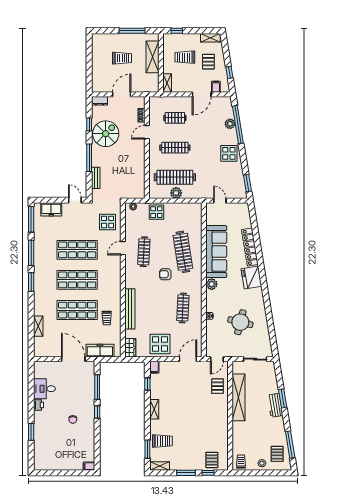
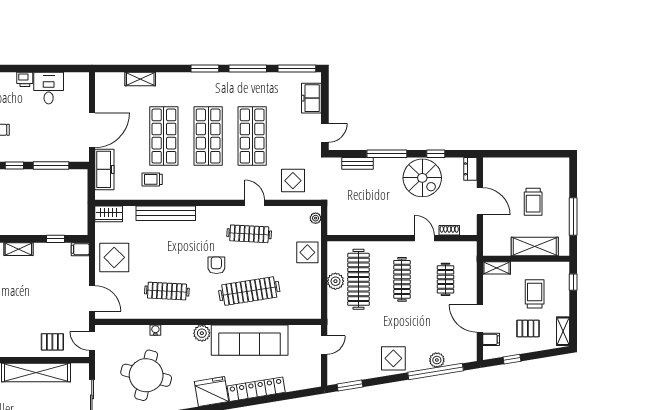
round table: (240, 322) -> (146, 375), width x1.36, depth x1.36

